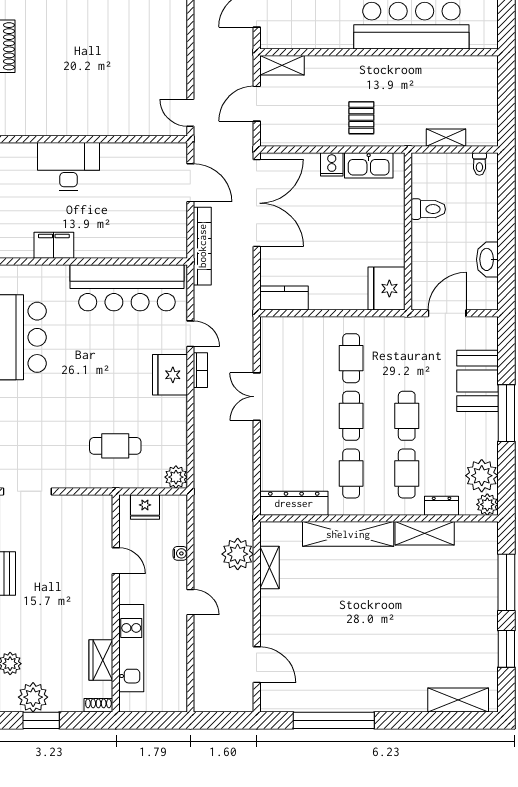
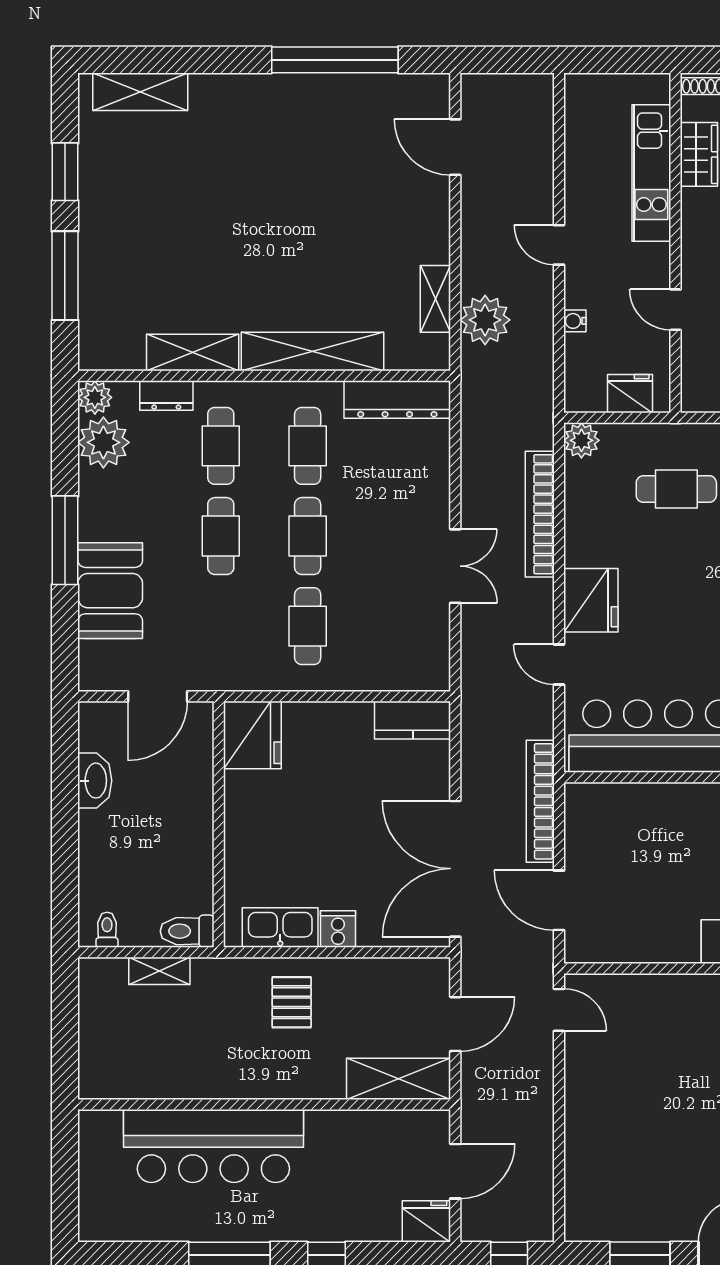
shelving: (282, 65) -> (399, 1079), width x1.50, depth x1.33
toilet: (428, 209) -> (187, 931), moved
bookcase: (200, 370) -> (540, 514), moved, width x2.31, depth x1.31

